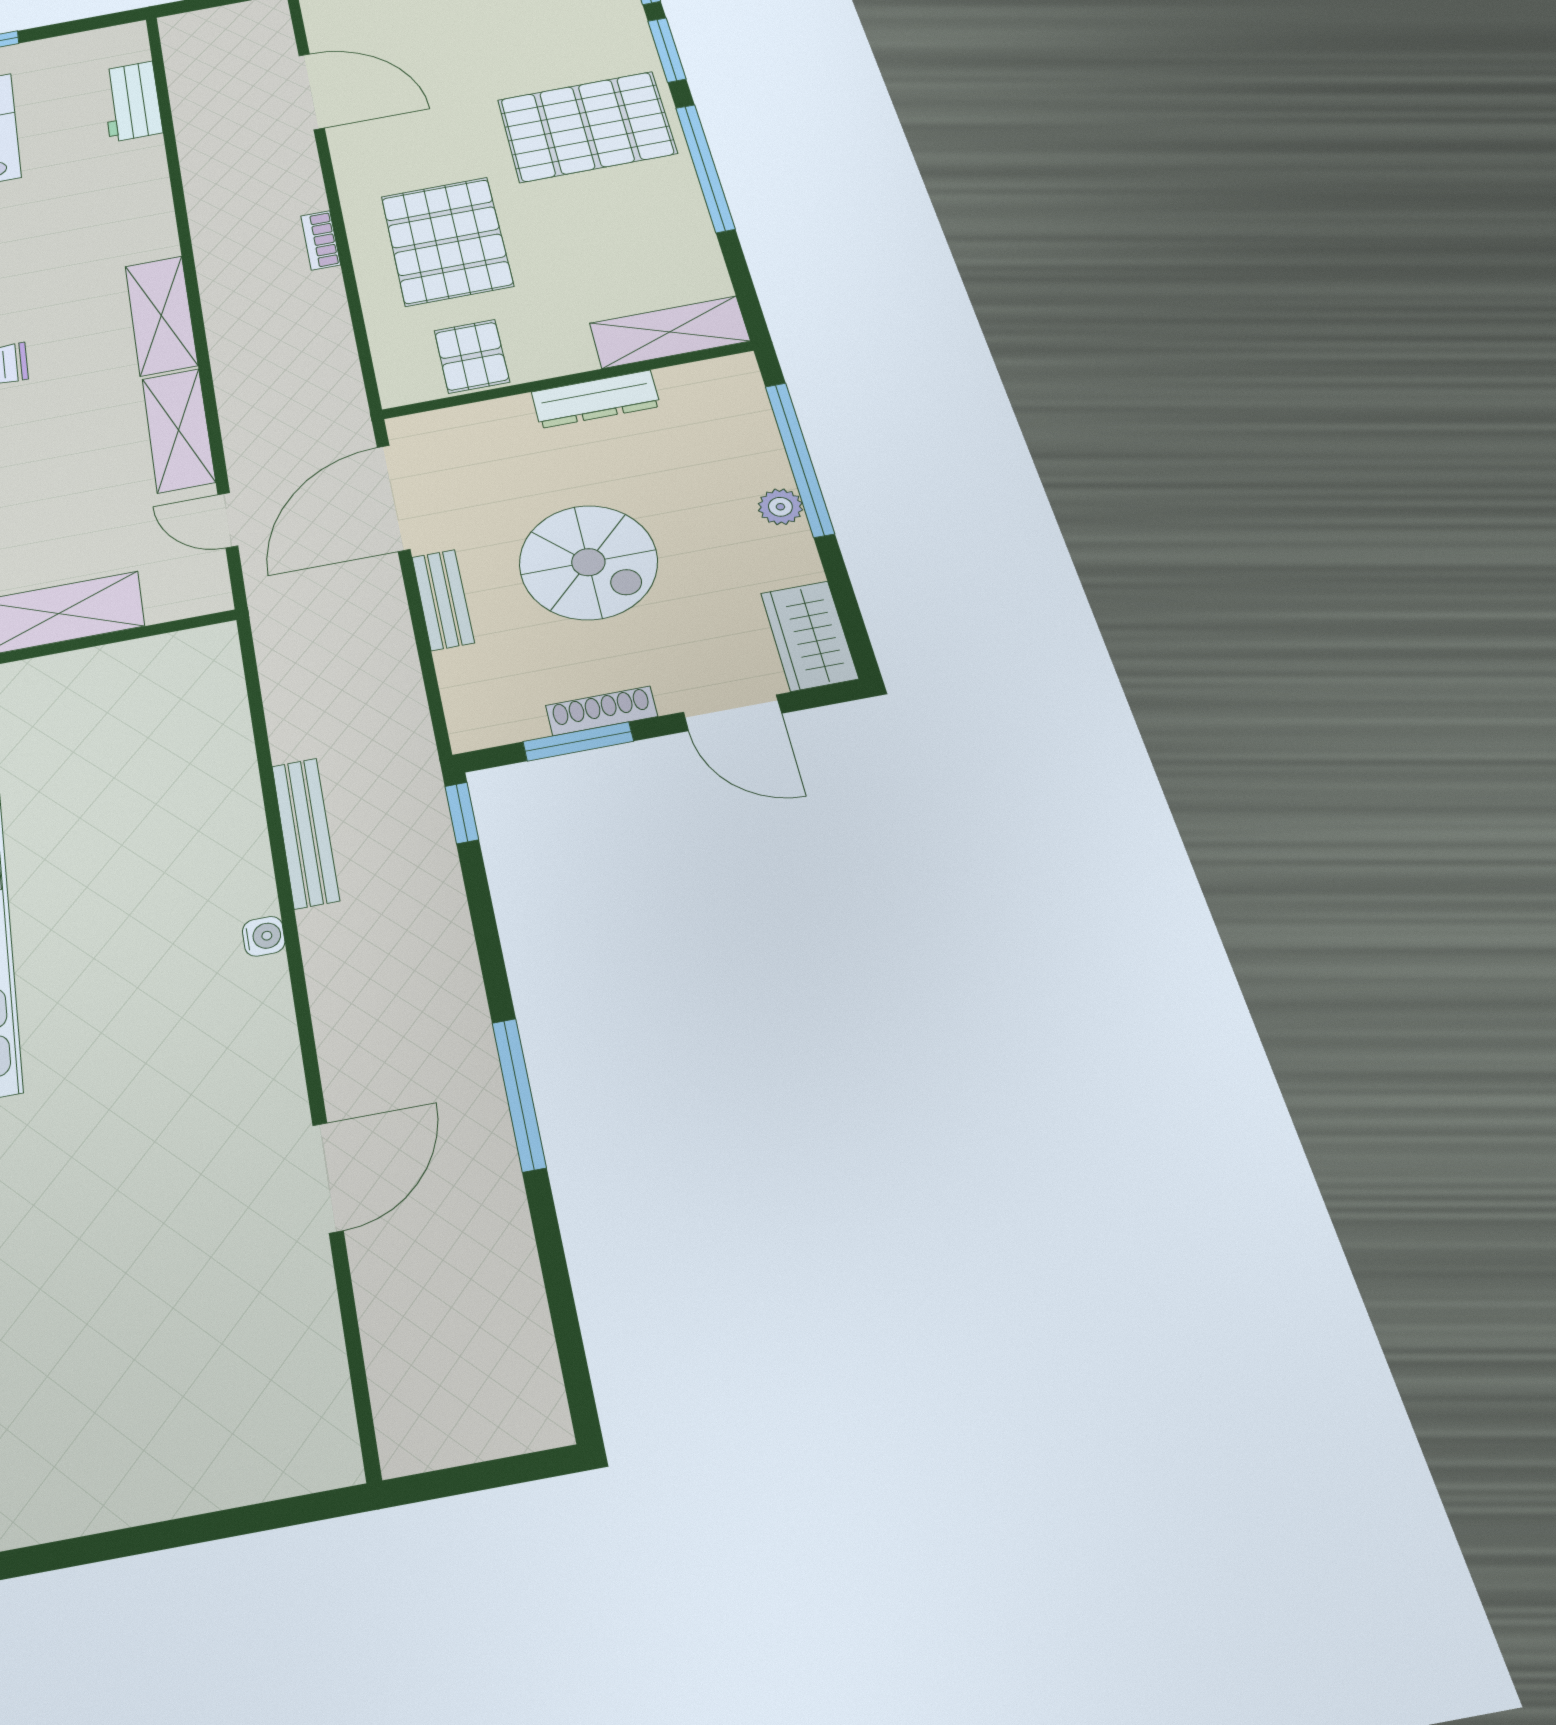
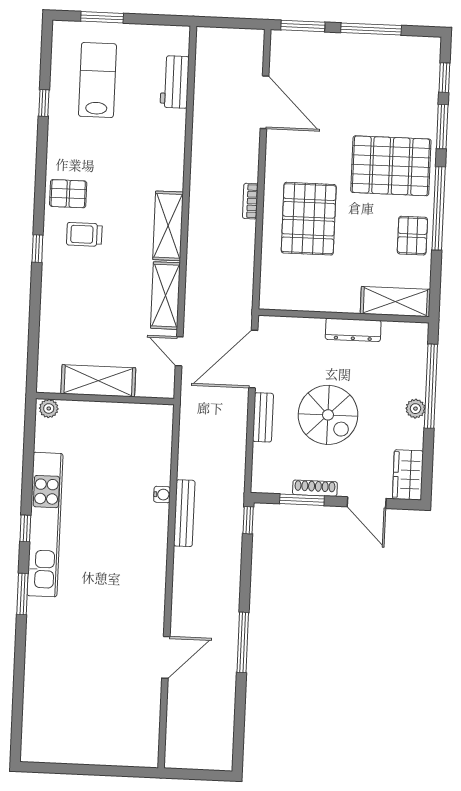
pallet: (472, 356) -> (412, 236), moved
water cooler: (264, 936) -> (162, 494), moved

